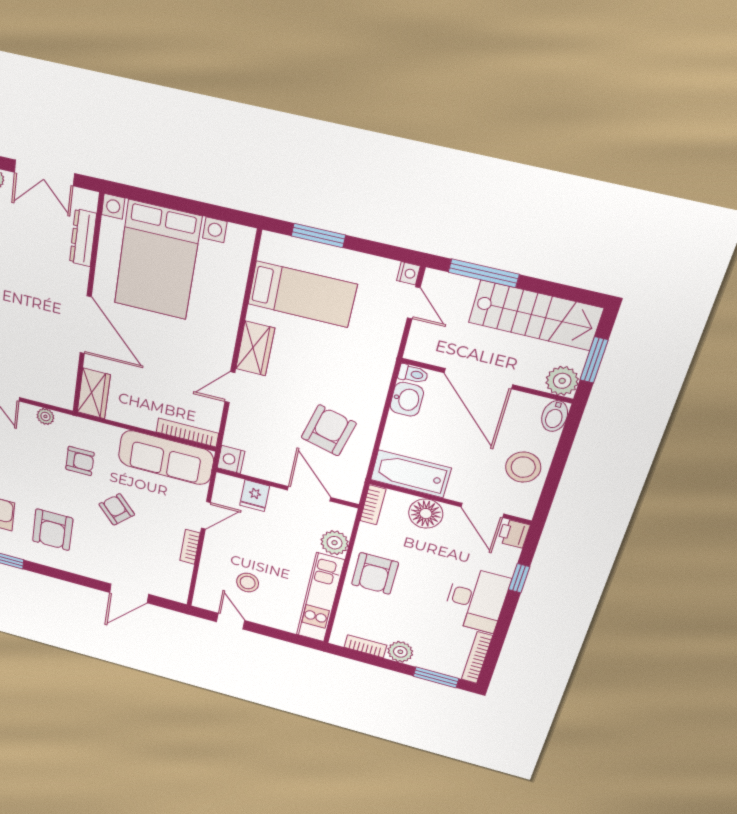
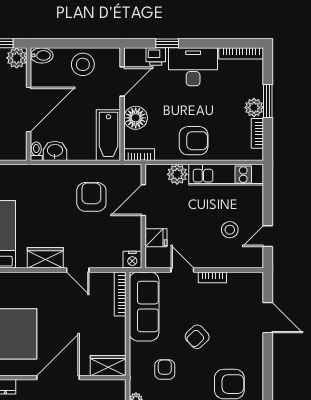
armchair: (329, 430) -> (91, 197), turned 76
printer: (514, 534) -> (156, 57), moved
window: (436, 677) -> (268, 101), moved

